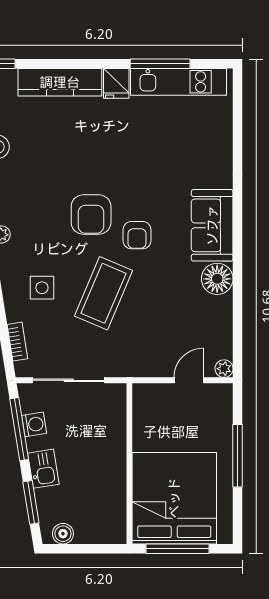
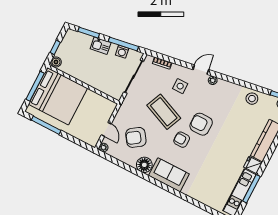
armchair: (176, 319) -> (136, 137), added
window: (238, 456) -> (46, 125), moved
boiler: (63, 534) -> (56, 62), moved
window: (89, 549) -> (55, 47), added

